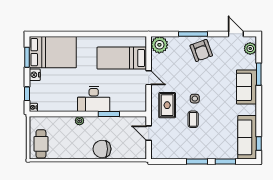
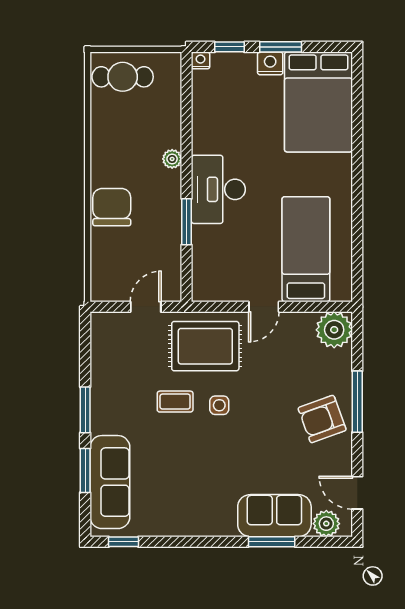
door: (236, 34) -> (357, 493), swing flipped
window: (27, 57) -> (281, 47), moved
sofa: (246, 87) -> (274, 516), moved
rug: (167, 105) -> (205, 346), width x1.36, depth x1.43
sofa: (247, 137) -> (110, 482), moved, turned 90

